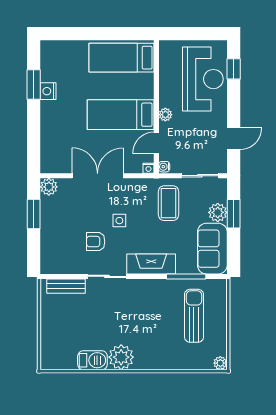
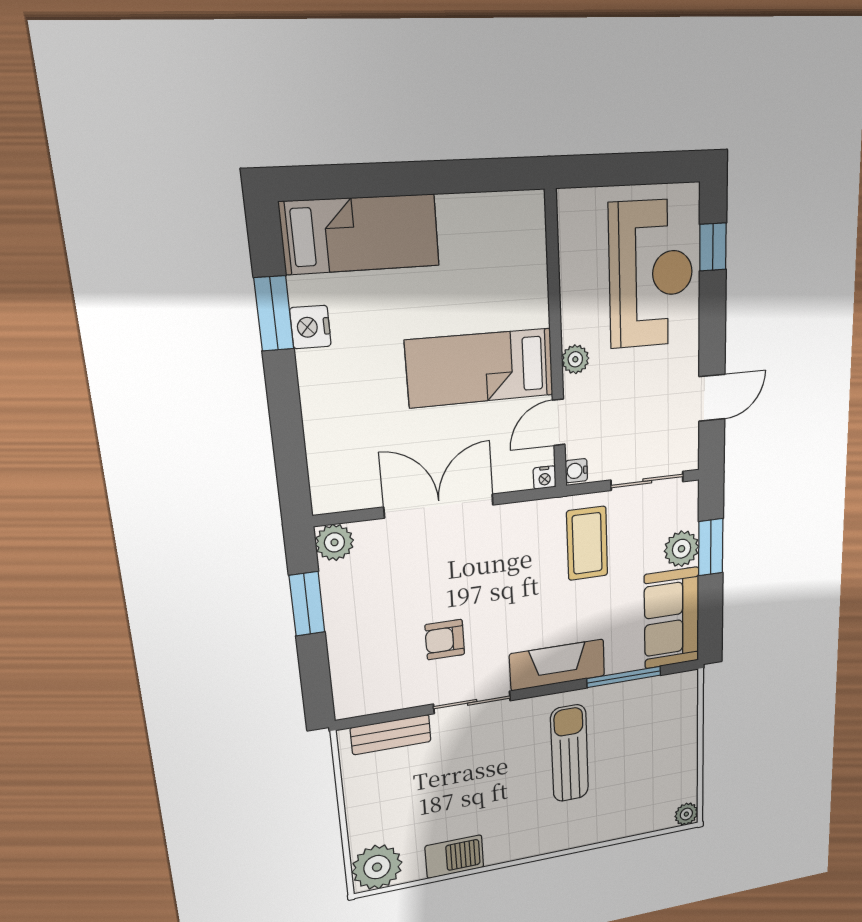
bed: (122, 58) -> (360, 234), moved, turned 180
side table: (119, 221) -> (490, 591), removed
sun lounger: (194, 316) -> (570, 753), moved
plant: (121, 357) -> (377, 867), moved

